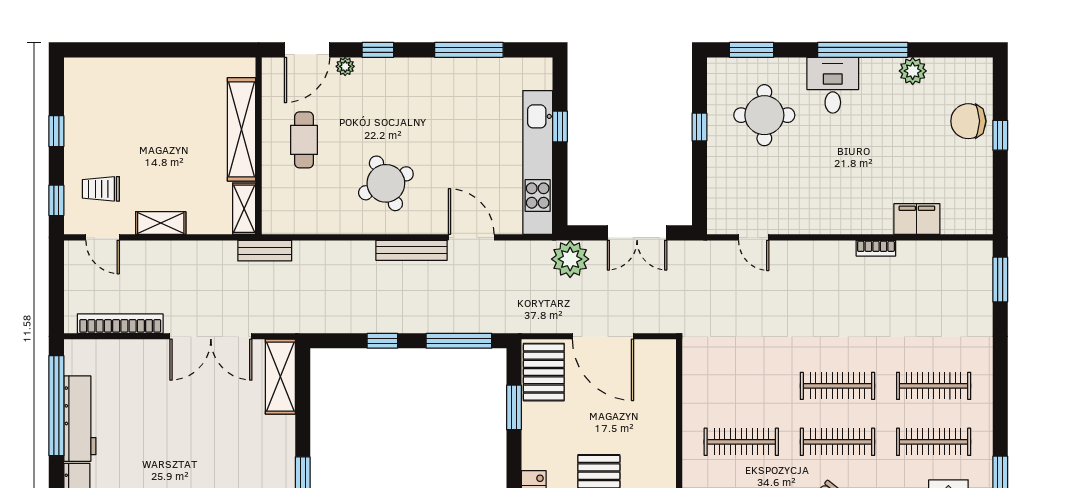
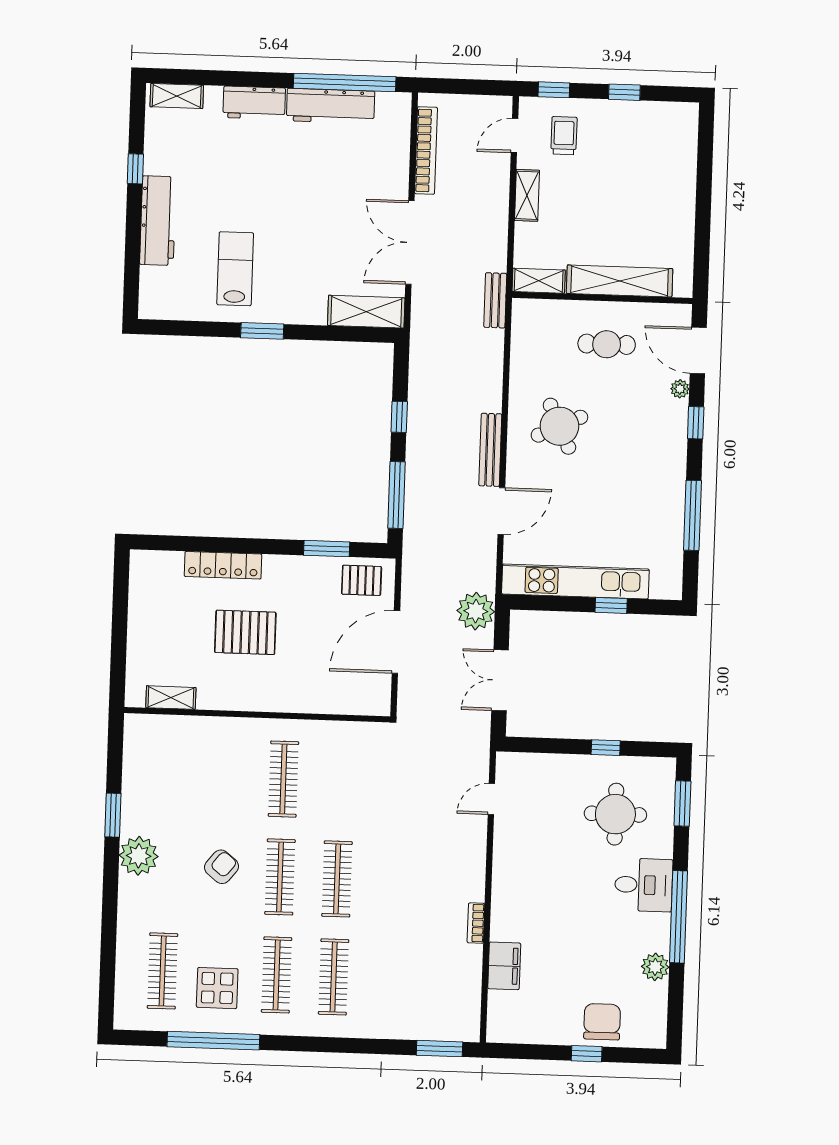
pallet: (544, 372) -> (362, 580), width x0.67, depth x0.71

